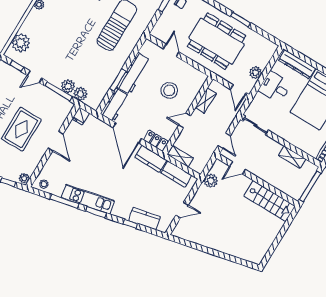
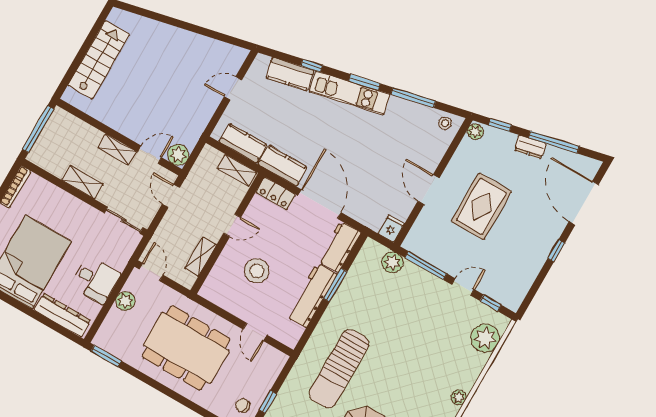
window: (241, 20) -> (106, 356), moved
plant: (68, 86) -> (412, 274), removed
shelving: (292, 157) -> (82, 182), moved
shelving: (259, 172) -> (117, 149), added
plant: (211, 181) -> (178, 155), moved
kitchen unit: (88, 199) -> (350, 93), moved
stairs: (270, 201) -> (99, 60), moved, turned 90

